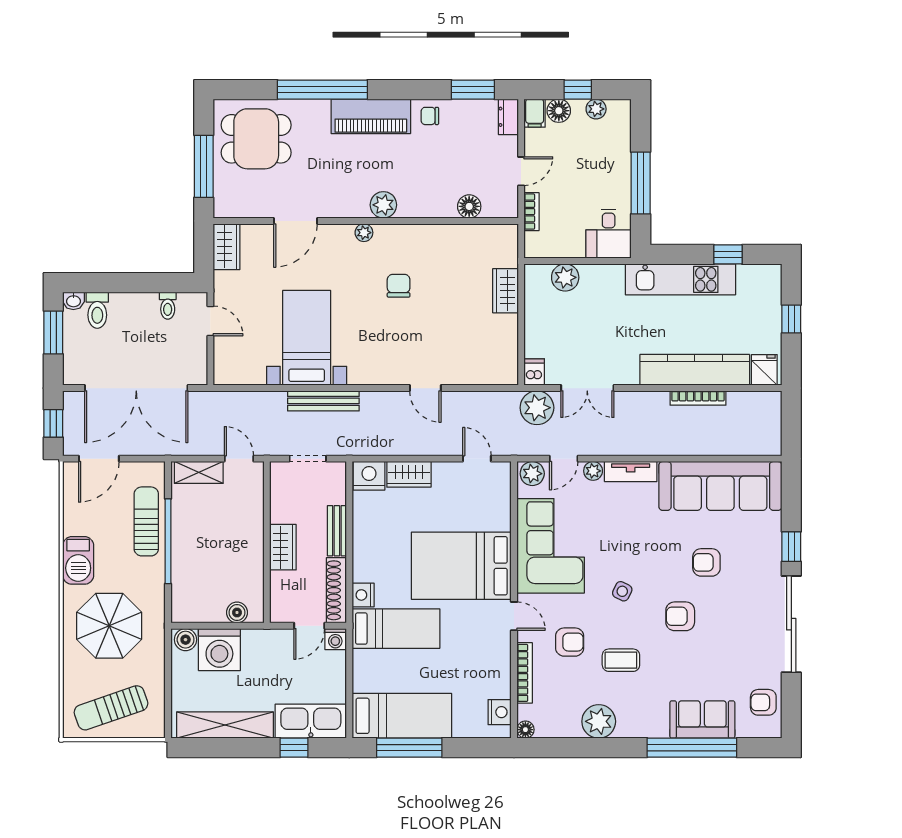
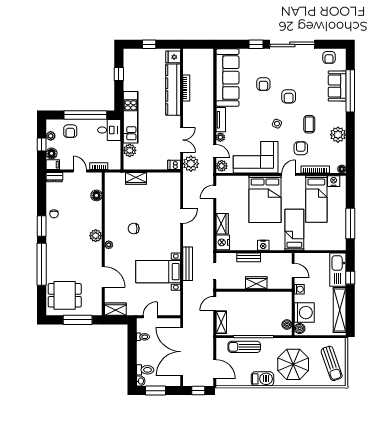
window: (473, 90) -> (42, 226), moved
piano: (371, 116) -> (54, 242), removed
dining table: (256, 139) -> (65, 295), turned 90
armchair: (606, 151) -> (70, 131), added
window: (641, 183) -> (85, 115), width x1.46
kitchen unit: (680, 279) -> (131, 117), moved
double door: (136, 388) -> (182, 352), swing flipped
shoe rack: (336, 590) -> (276, 258), removed
nightstand: (363, 595) -> (263, 245), moved
boiler: (237, 612) -> (287, 325), moved
washing machine: (335, 639) -> (299, 289), moved
bed: (402, 716) -> (316, 199), moved, turned 180

